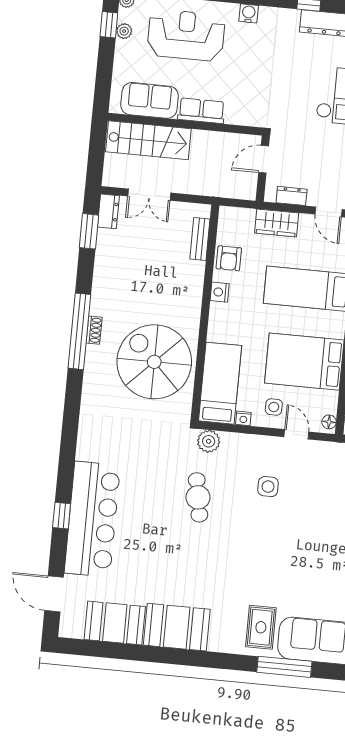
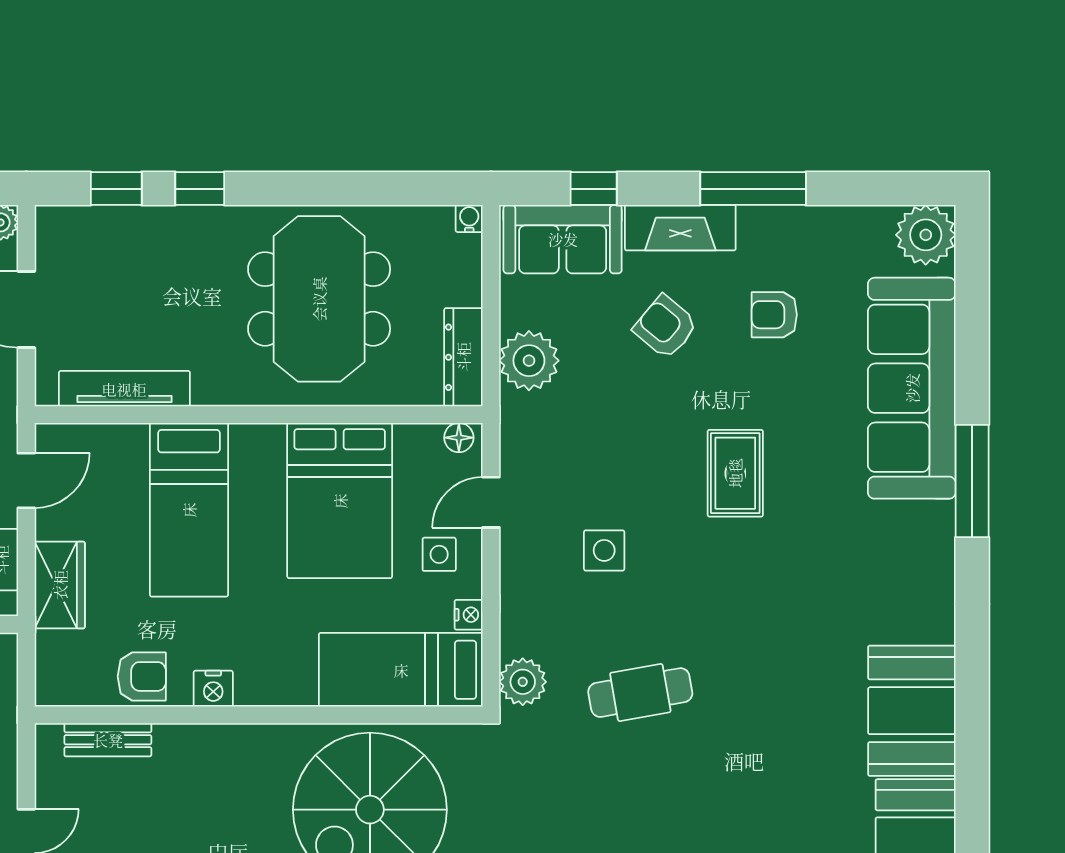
rug: (261, 627) -> (735, 473), moved, turned 90

